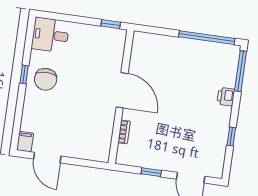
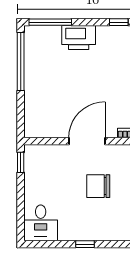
chair: (46, 79) -> (98, 186), moved, turned 180
printer: (226, 97) -> (79, 37), width x1.87, depth x1.48

